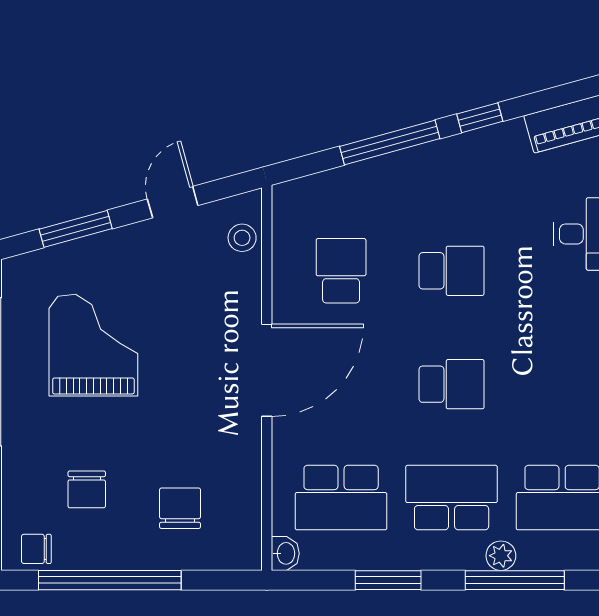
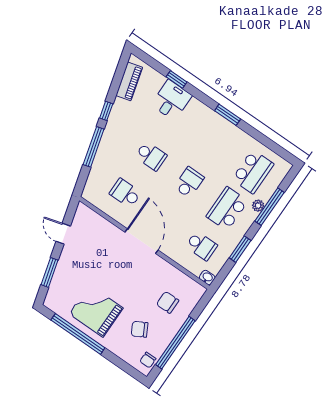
stool: (242, 238) -> (91, 219), removed
school desk: (452, 271) -> (151, 156), turned 90
grand piano: (93, 345) -> (96, 311), moved
chair: (87, 489) -> (140, 329), turned 151
school desk: (341, 498) -> (201, 246), width x0.54

